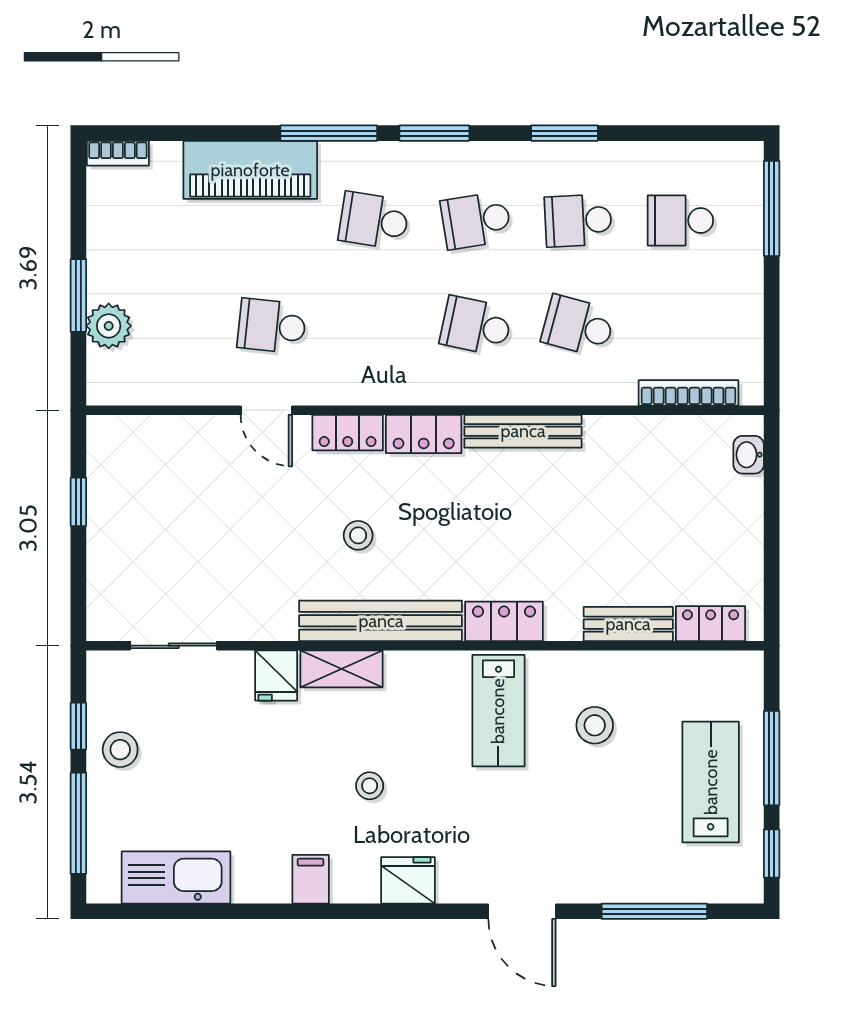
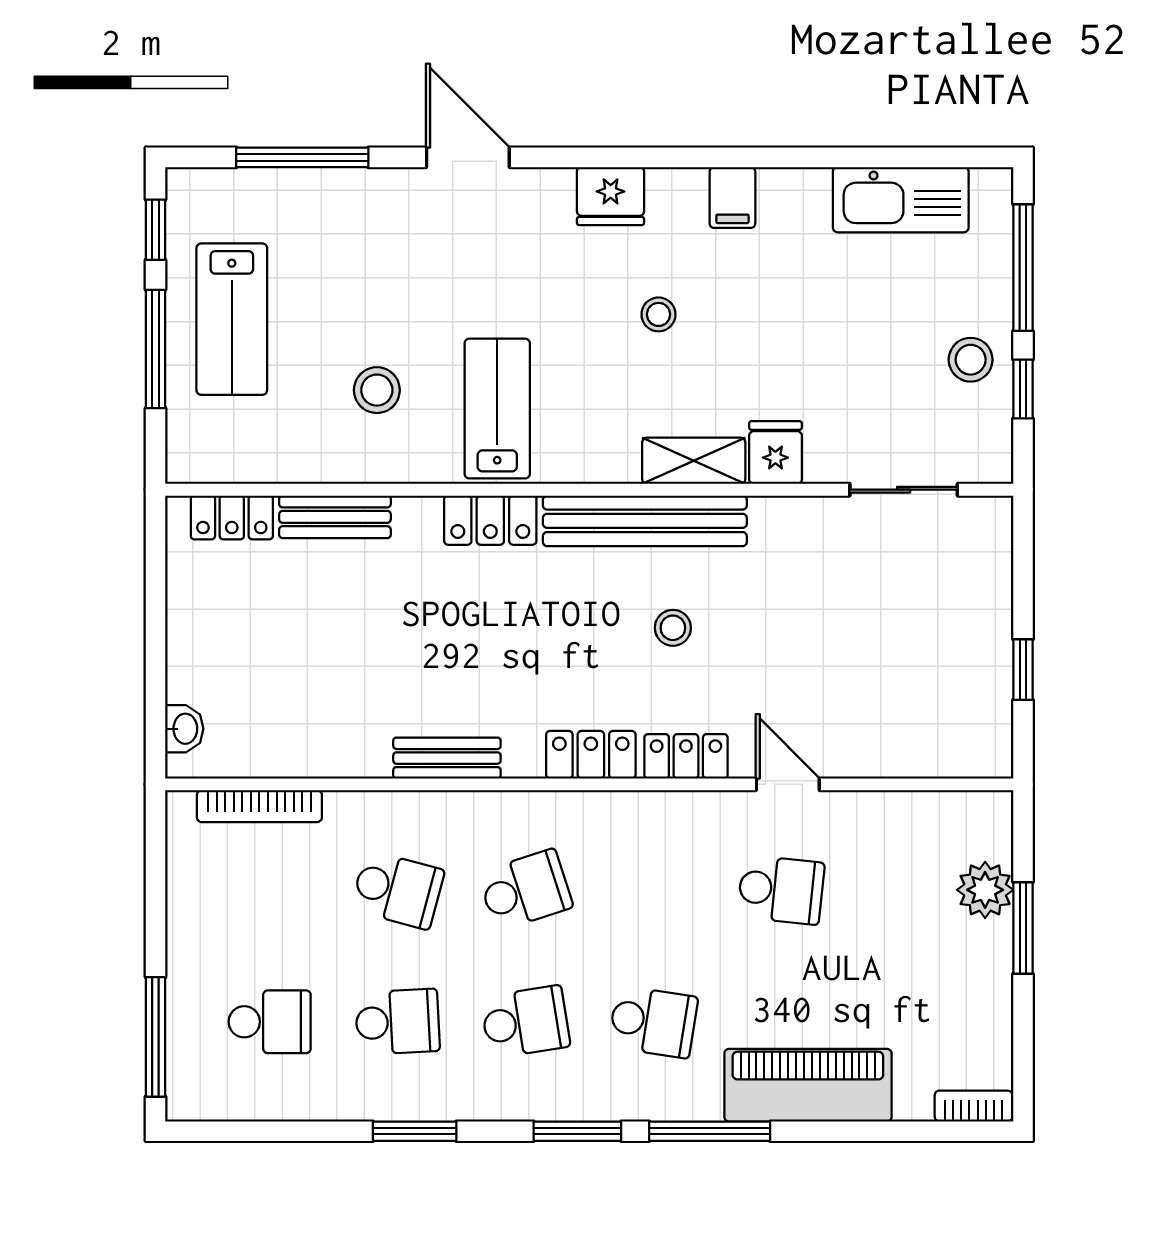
school desk: (476, 326) -> (525, 890), turned -30
bench: (523, 431) -> (447, 758), width x0.73

